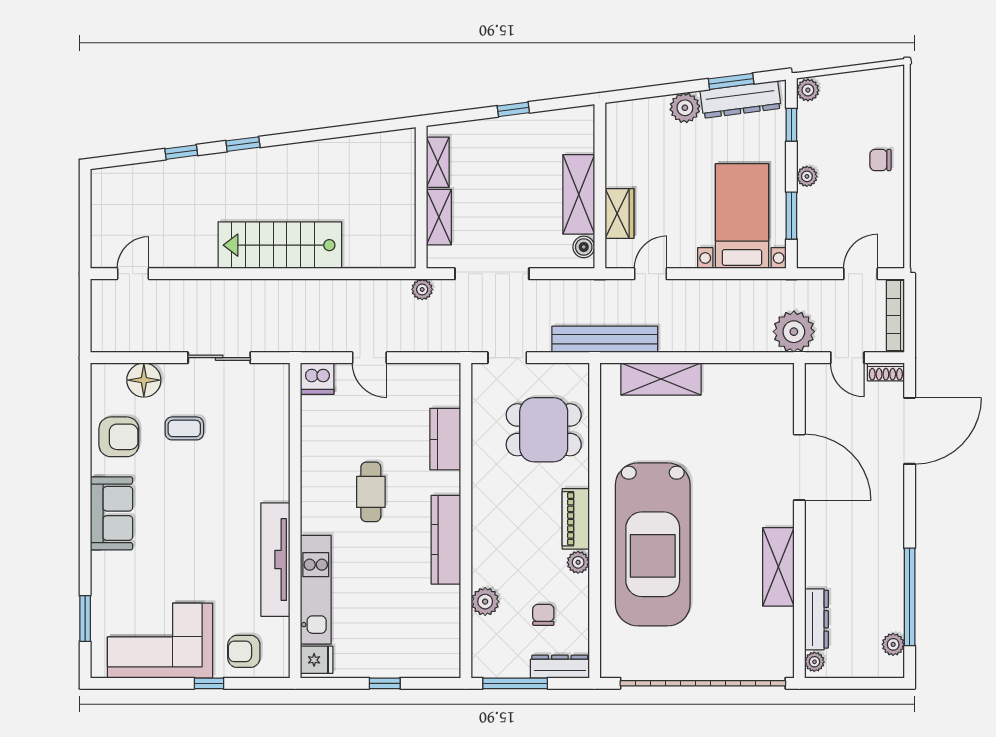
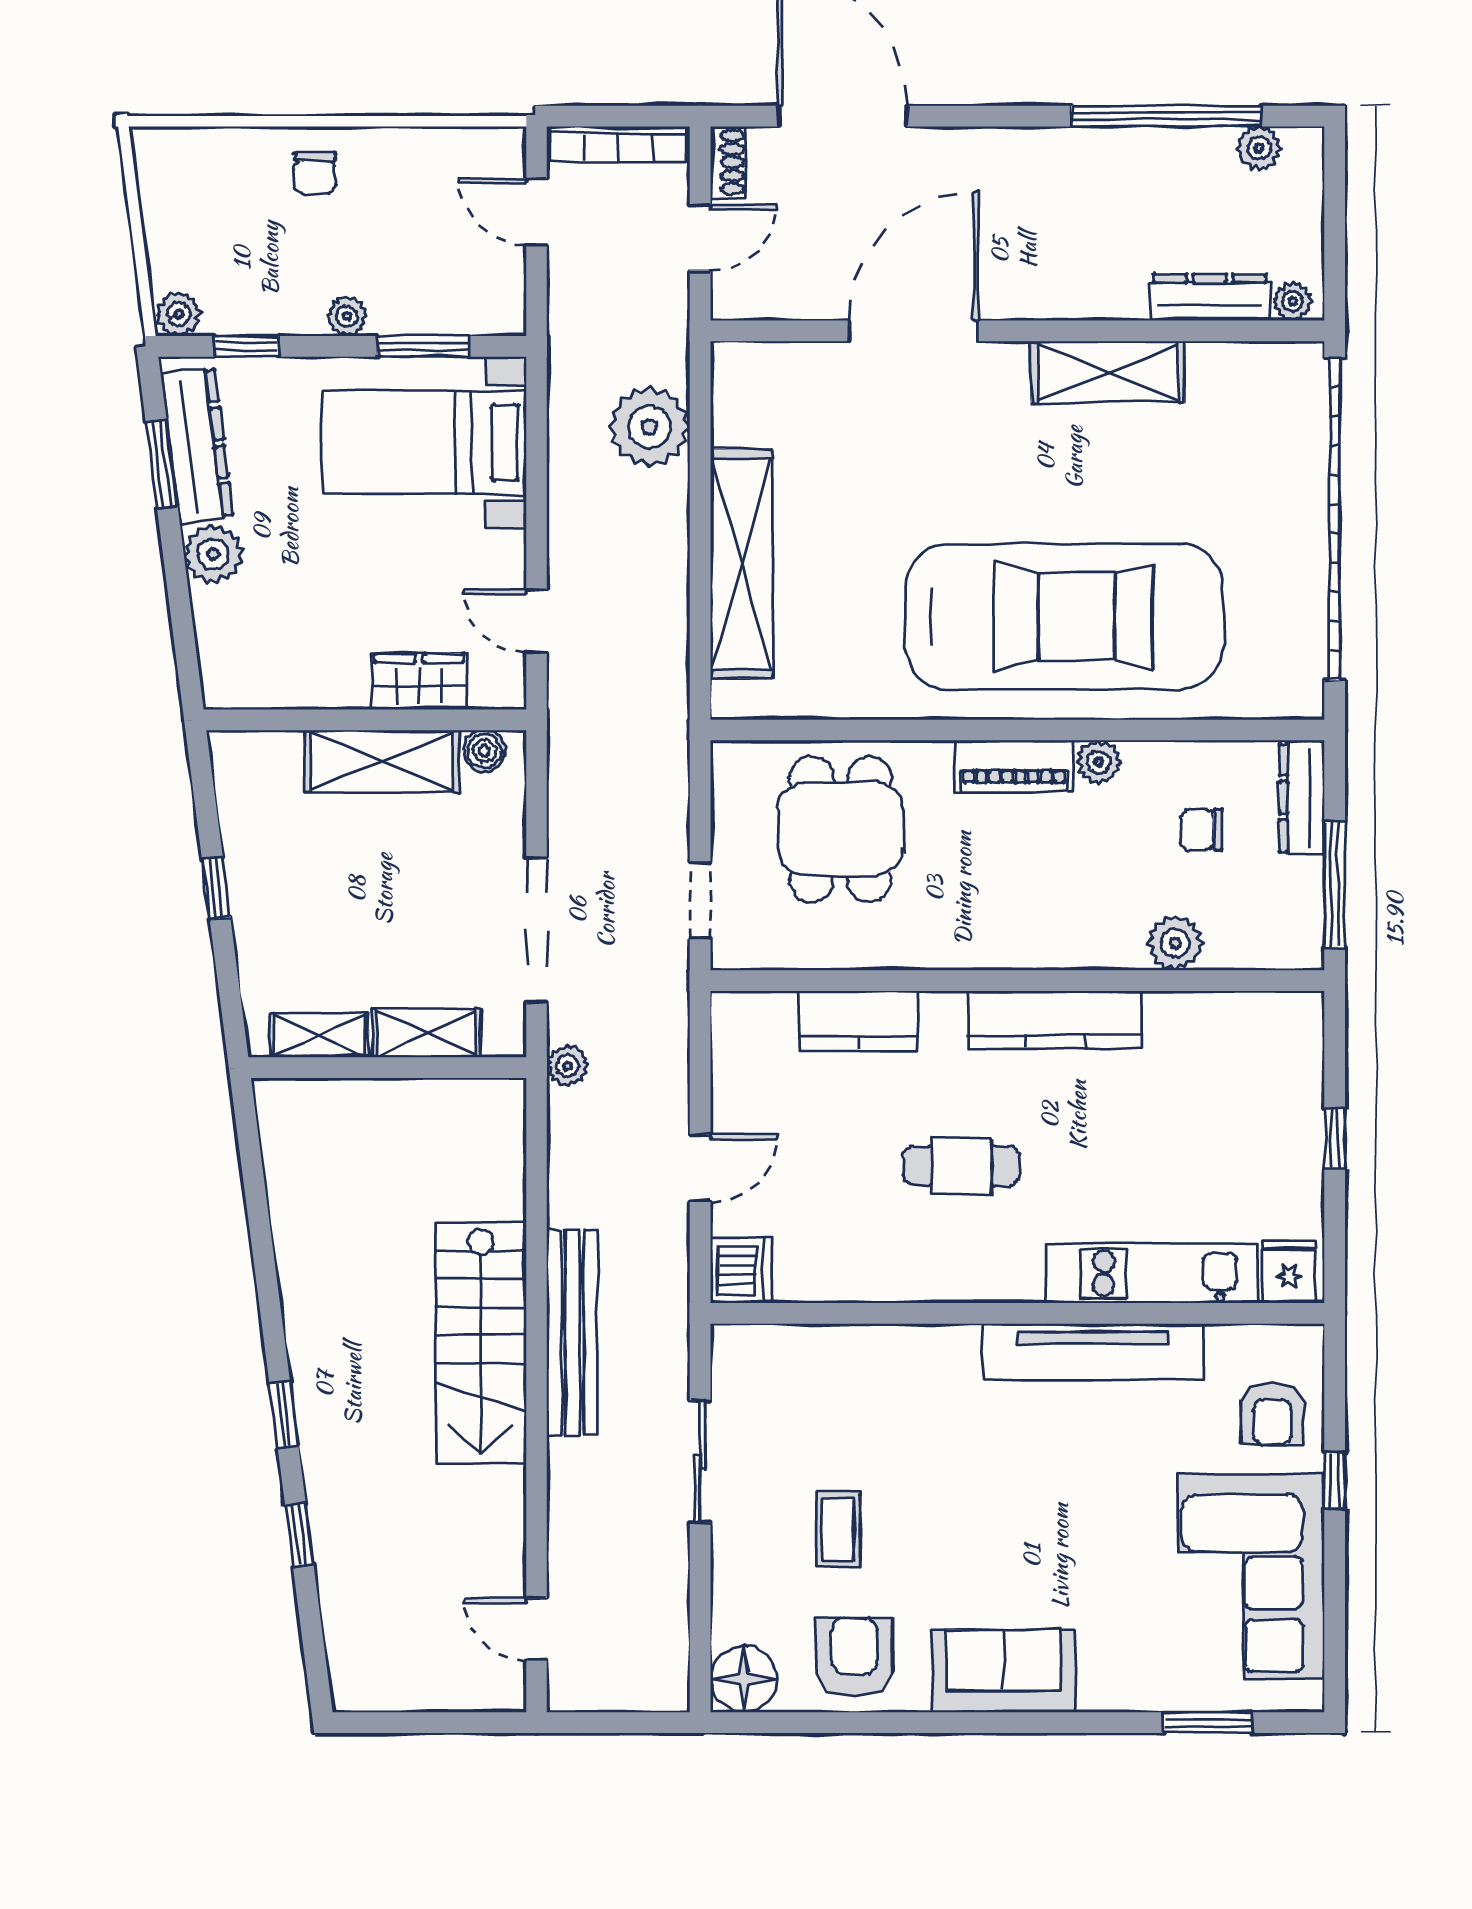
plant: (794, 332) -> (649, 427), moved
bench: (605, 339) -> (572, 1333), moved
shelving: (661, 379) -> (742, 564), width x1.47
floor lamp: (144, 380) -> (744, 1679), moved

